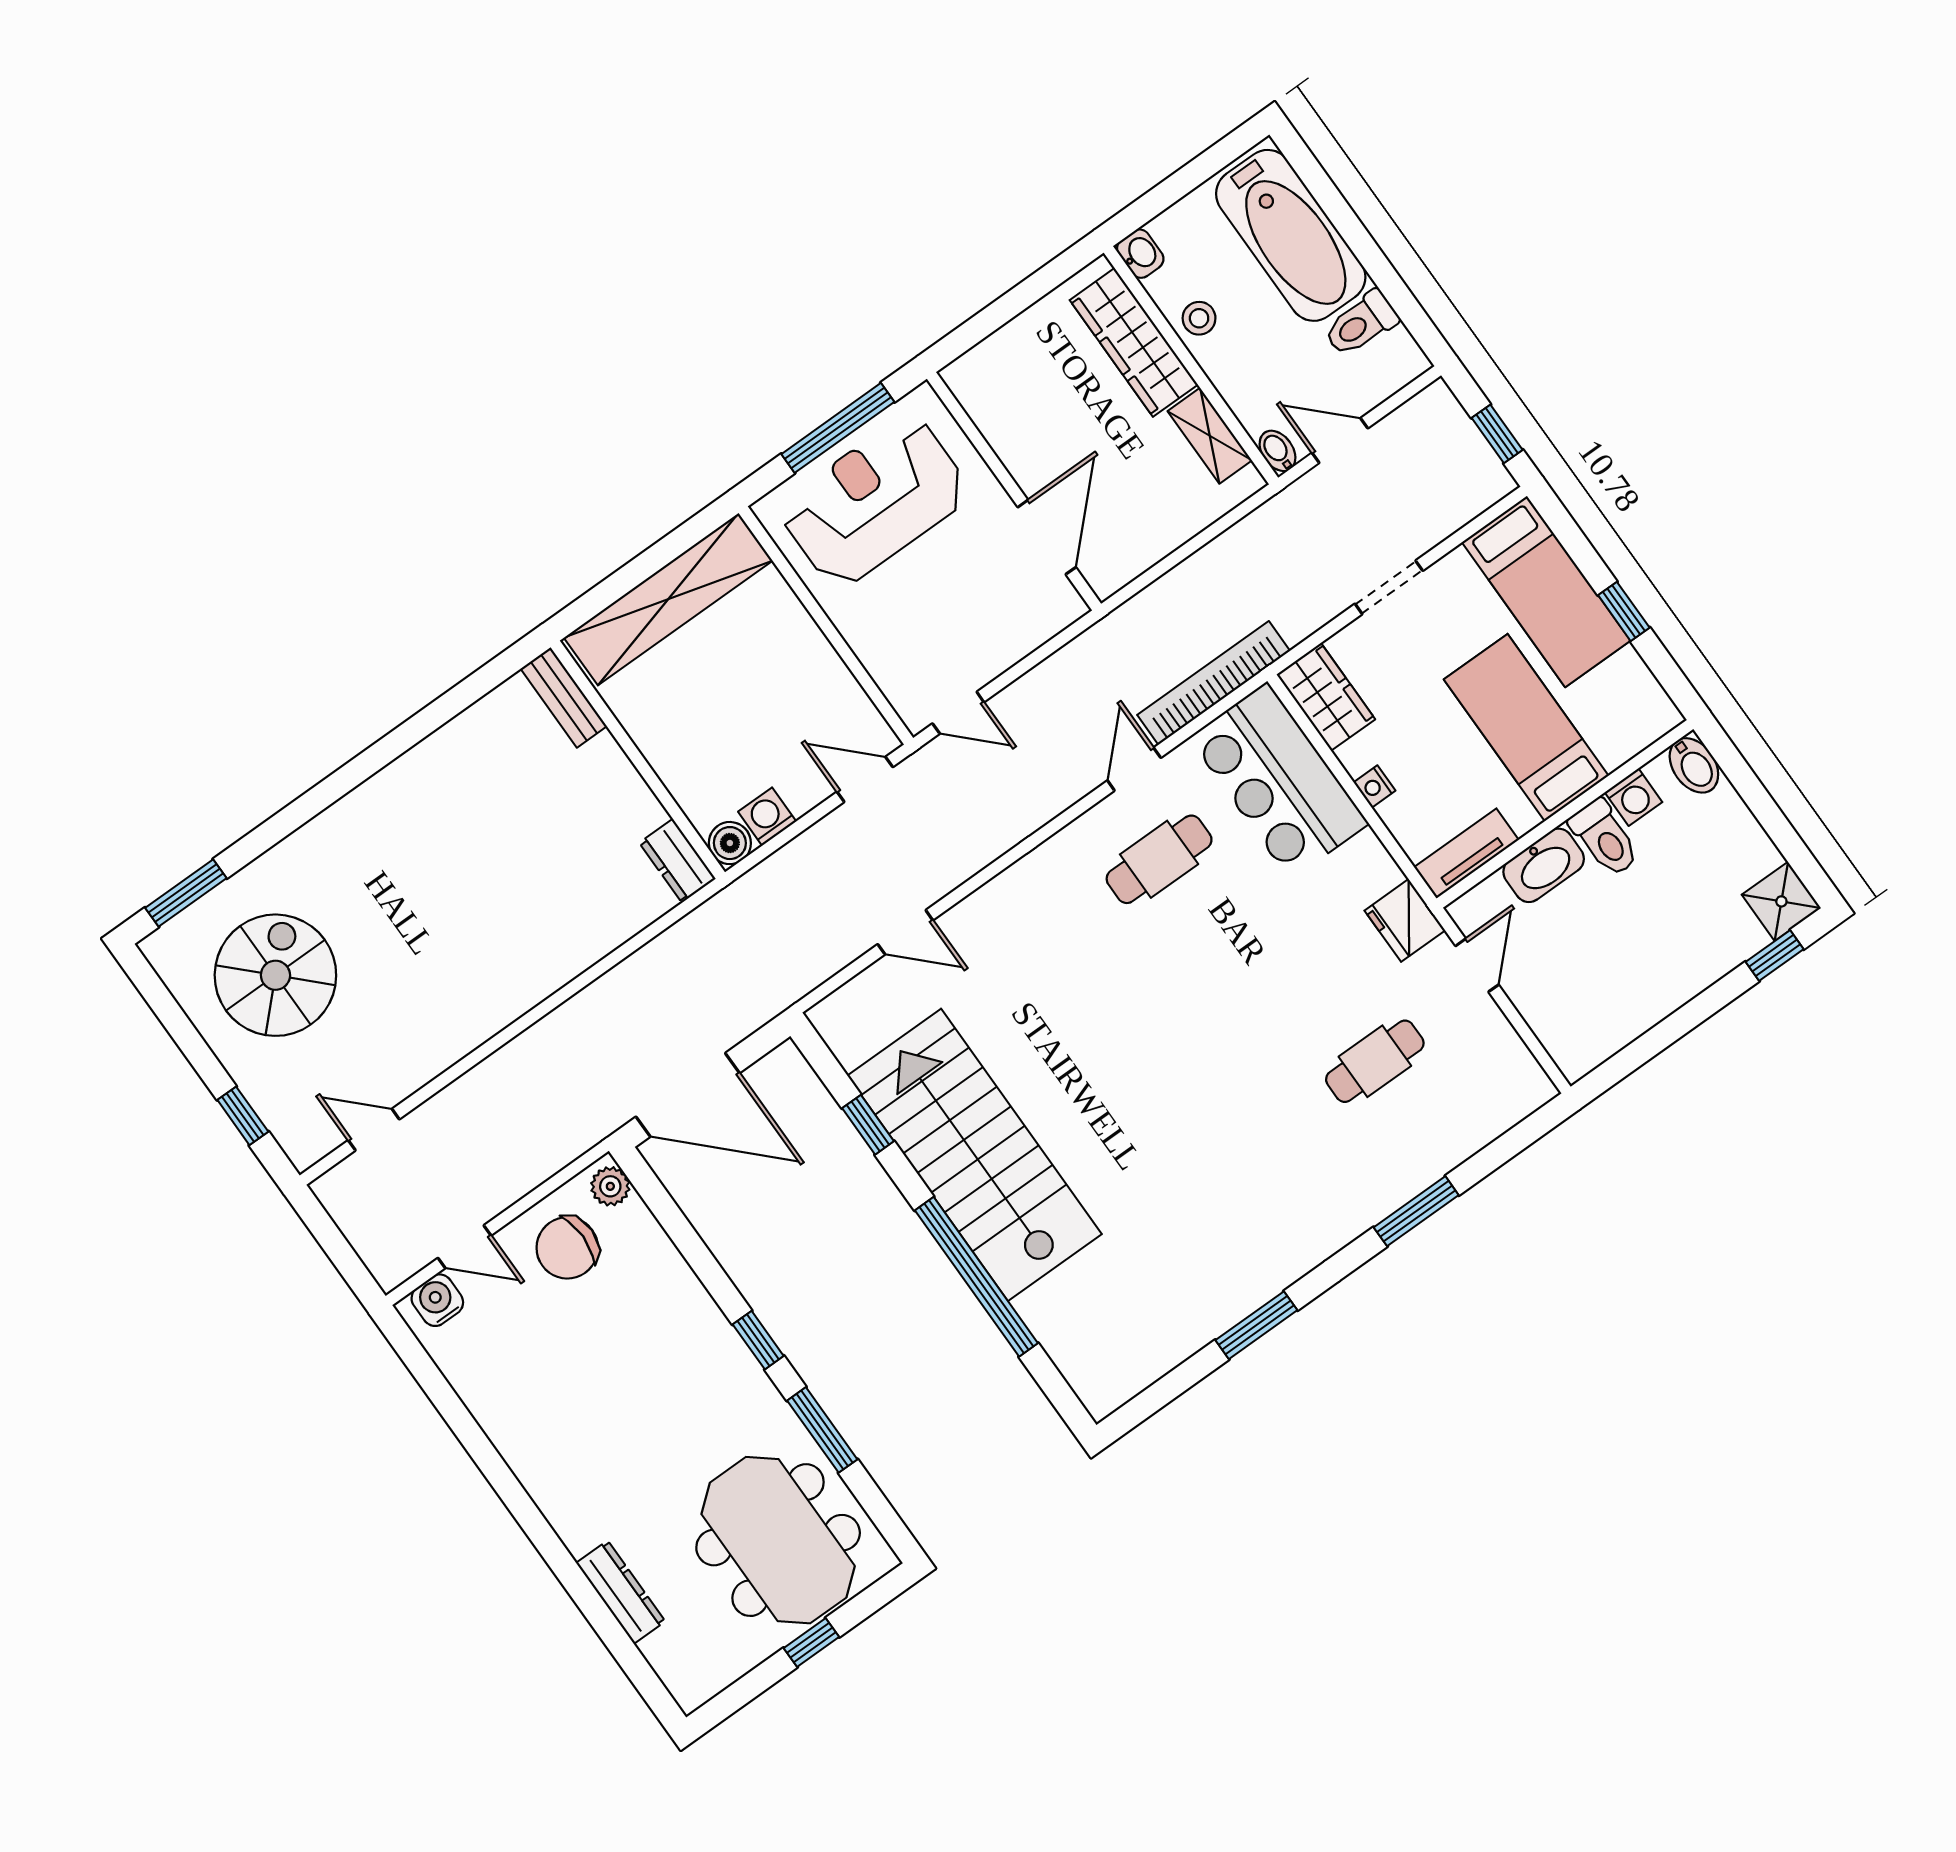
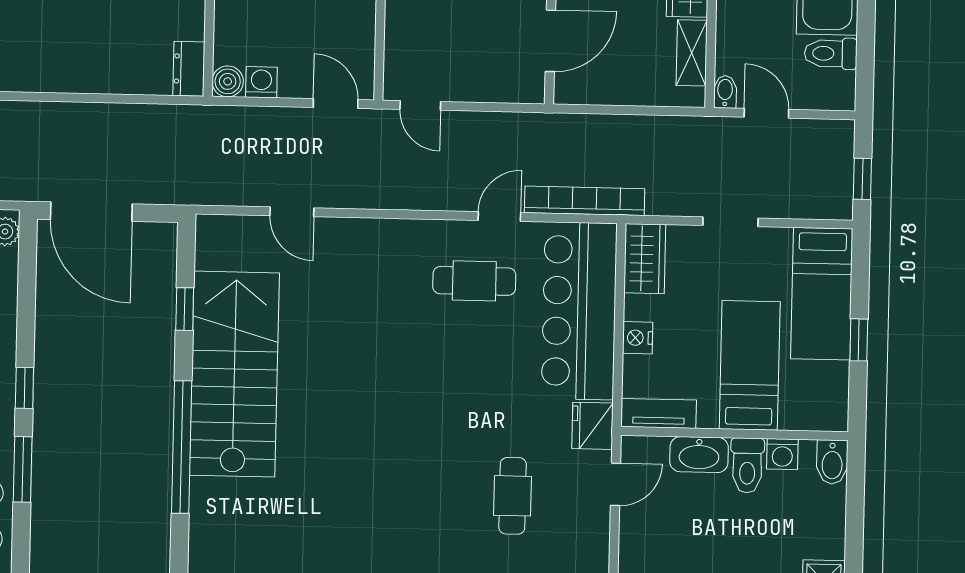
bar counter: (1279, 781) -> (579, 311), width x1.36
nightstand: (1374, 786) -> (638, 338), width x1.39, depth x1.35
cafe table: (1375, 1061) -> (513, 496), turned 90

